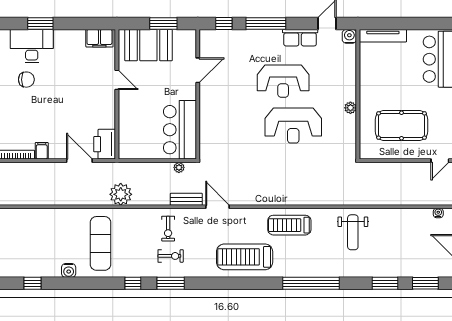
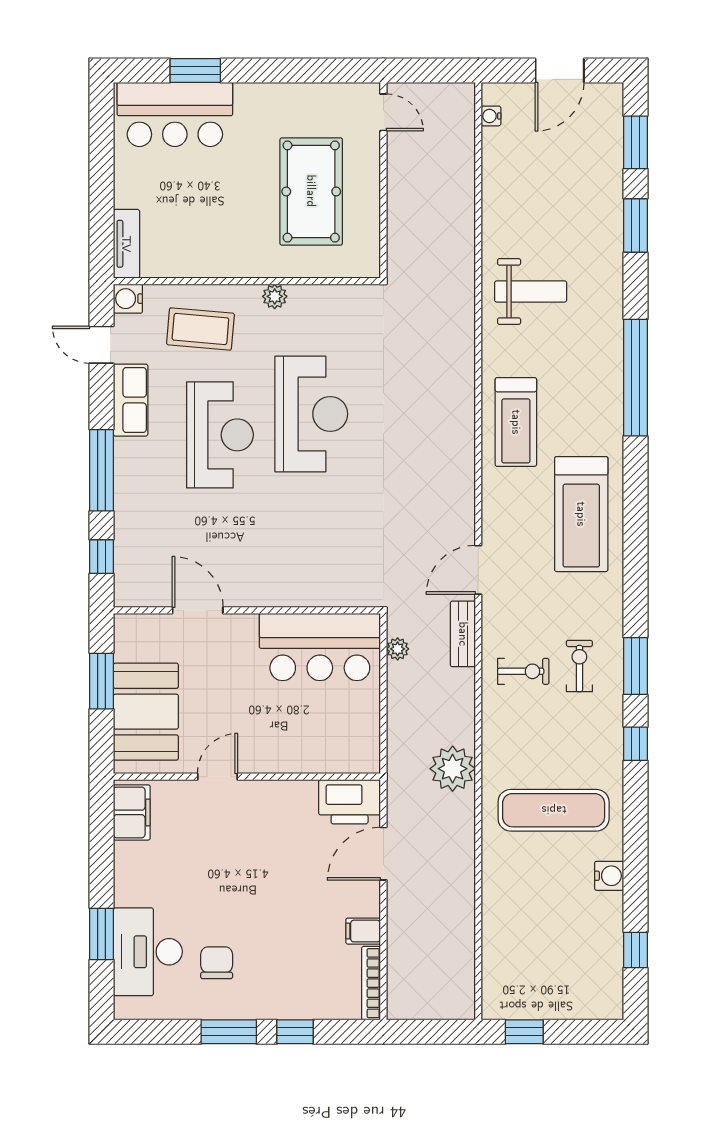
tv unit: (383, 36) -> (126, 244), width x0.71
coffee table: (335, 72) -> (200, 329), added

